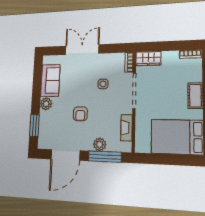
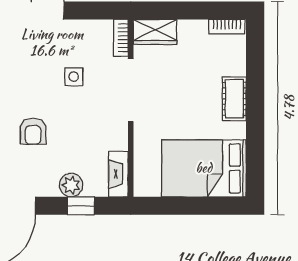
fireplace: (126, 128) -> (118, 174), moved
window: (105, 157) -> (81, 206), width x0.46

